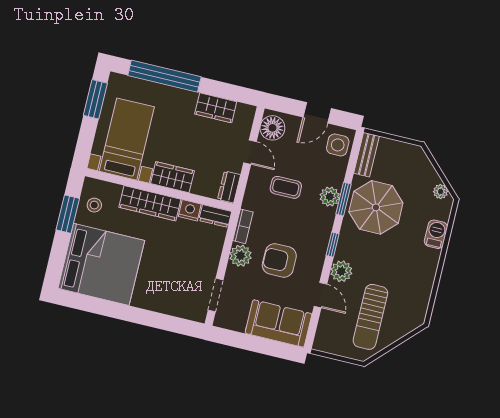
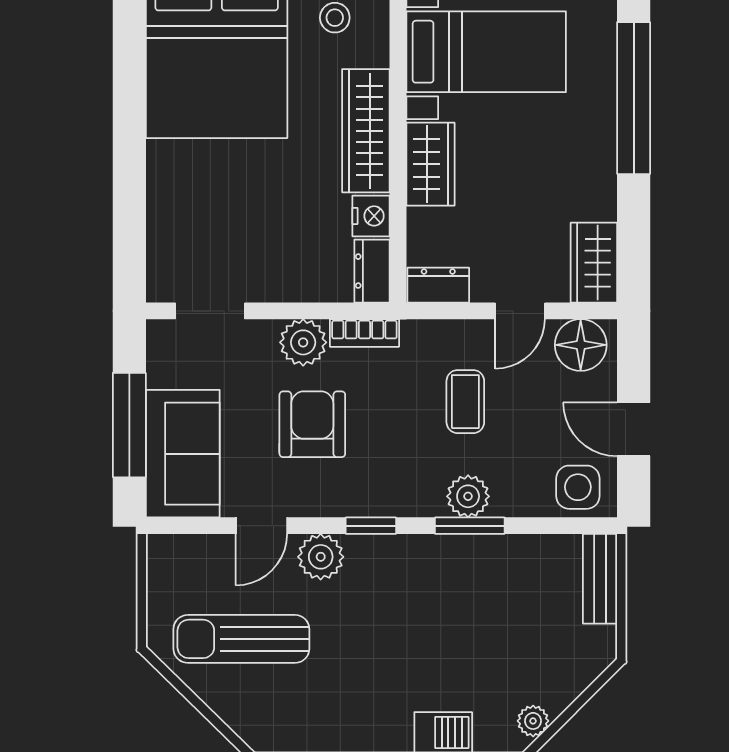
wardrobe: (216, 108) -> (594, 263), moved
bench: (367, 155) -> (600, 579), moved, turned 90
parasol: (376, 207) -> (469, 596), removed
window: (259, 345) -> (129, 425), added

